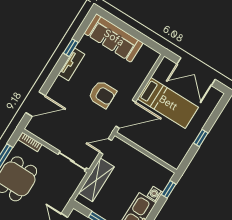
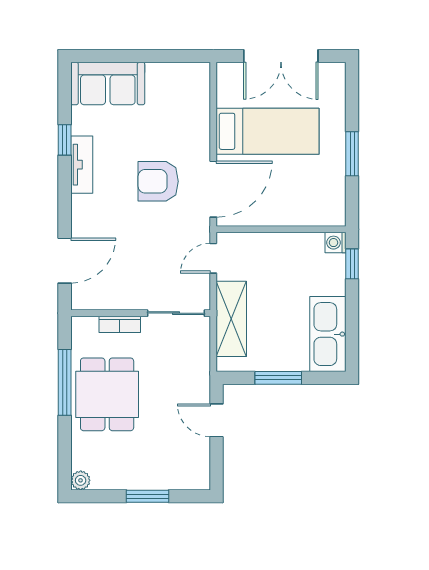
sofa: (114, 38) -> (108, 84), width x0.73
armchair: (102, 94) -> (158, 181), turned 180
window: (201, 138) -> (352, 154), width x1.50
bookcase: (30, 142) -> (120, 324), moved
washing machine: (155, 194) -> (336, 243), moved

